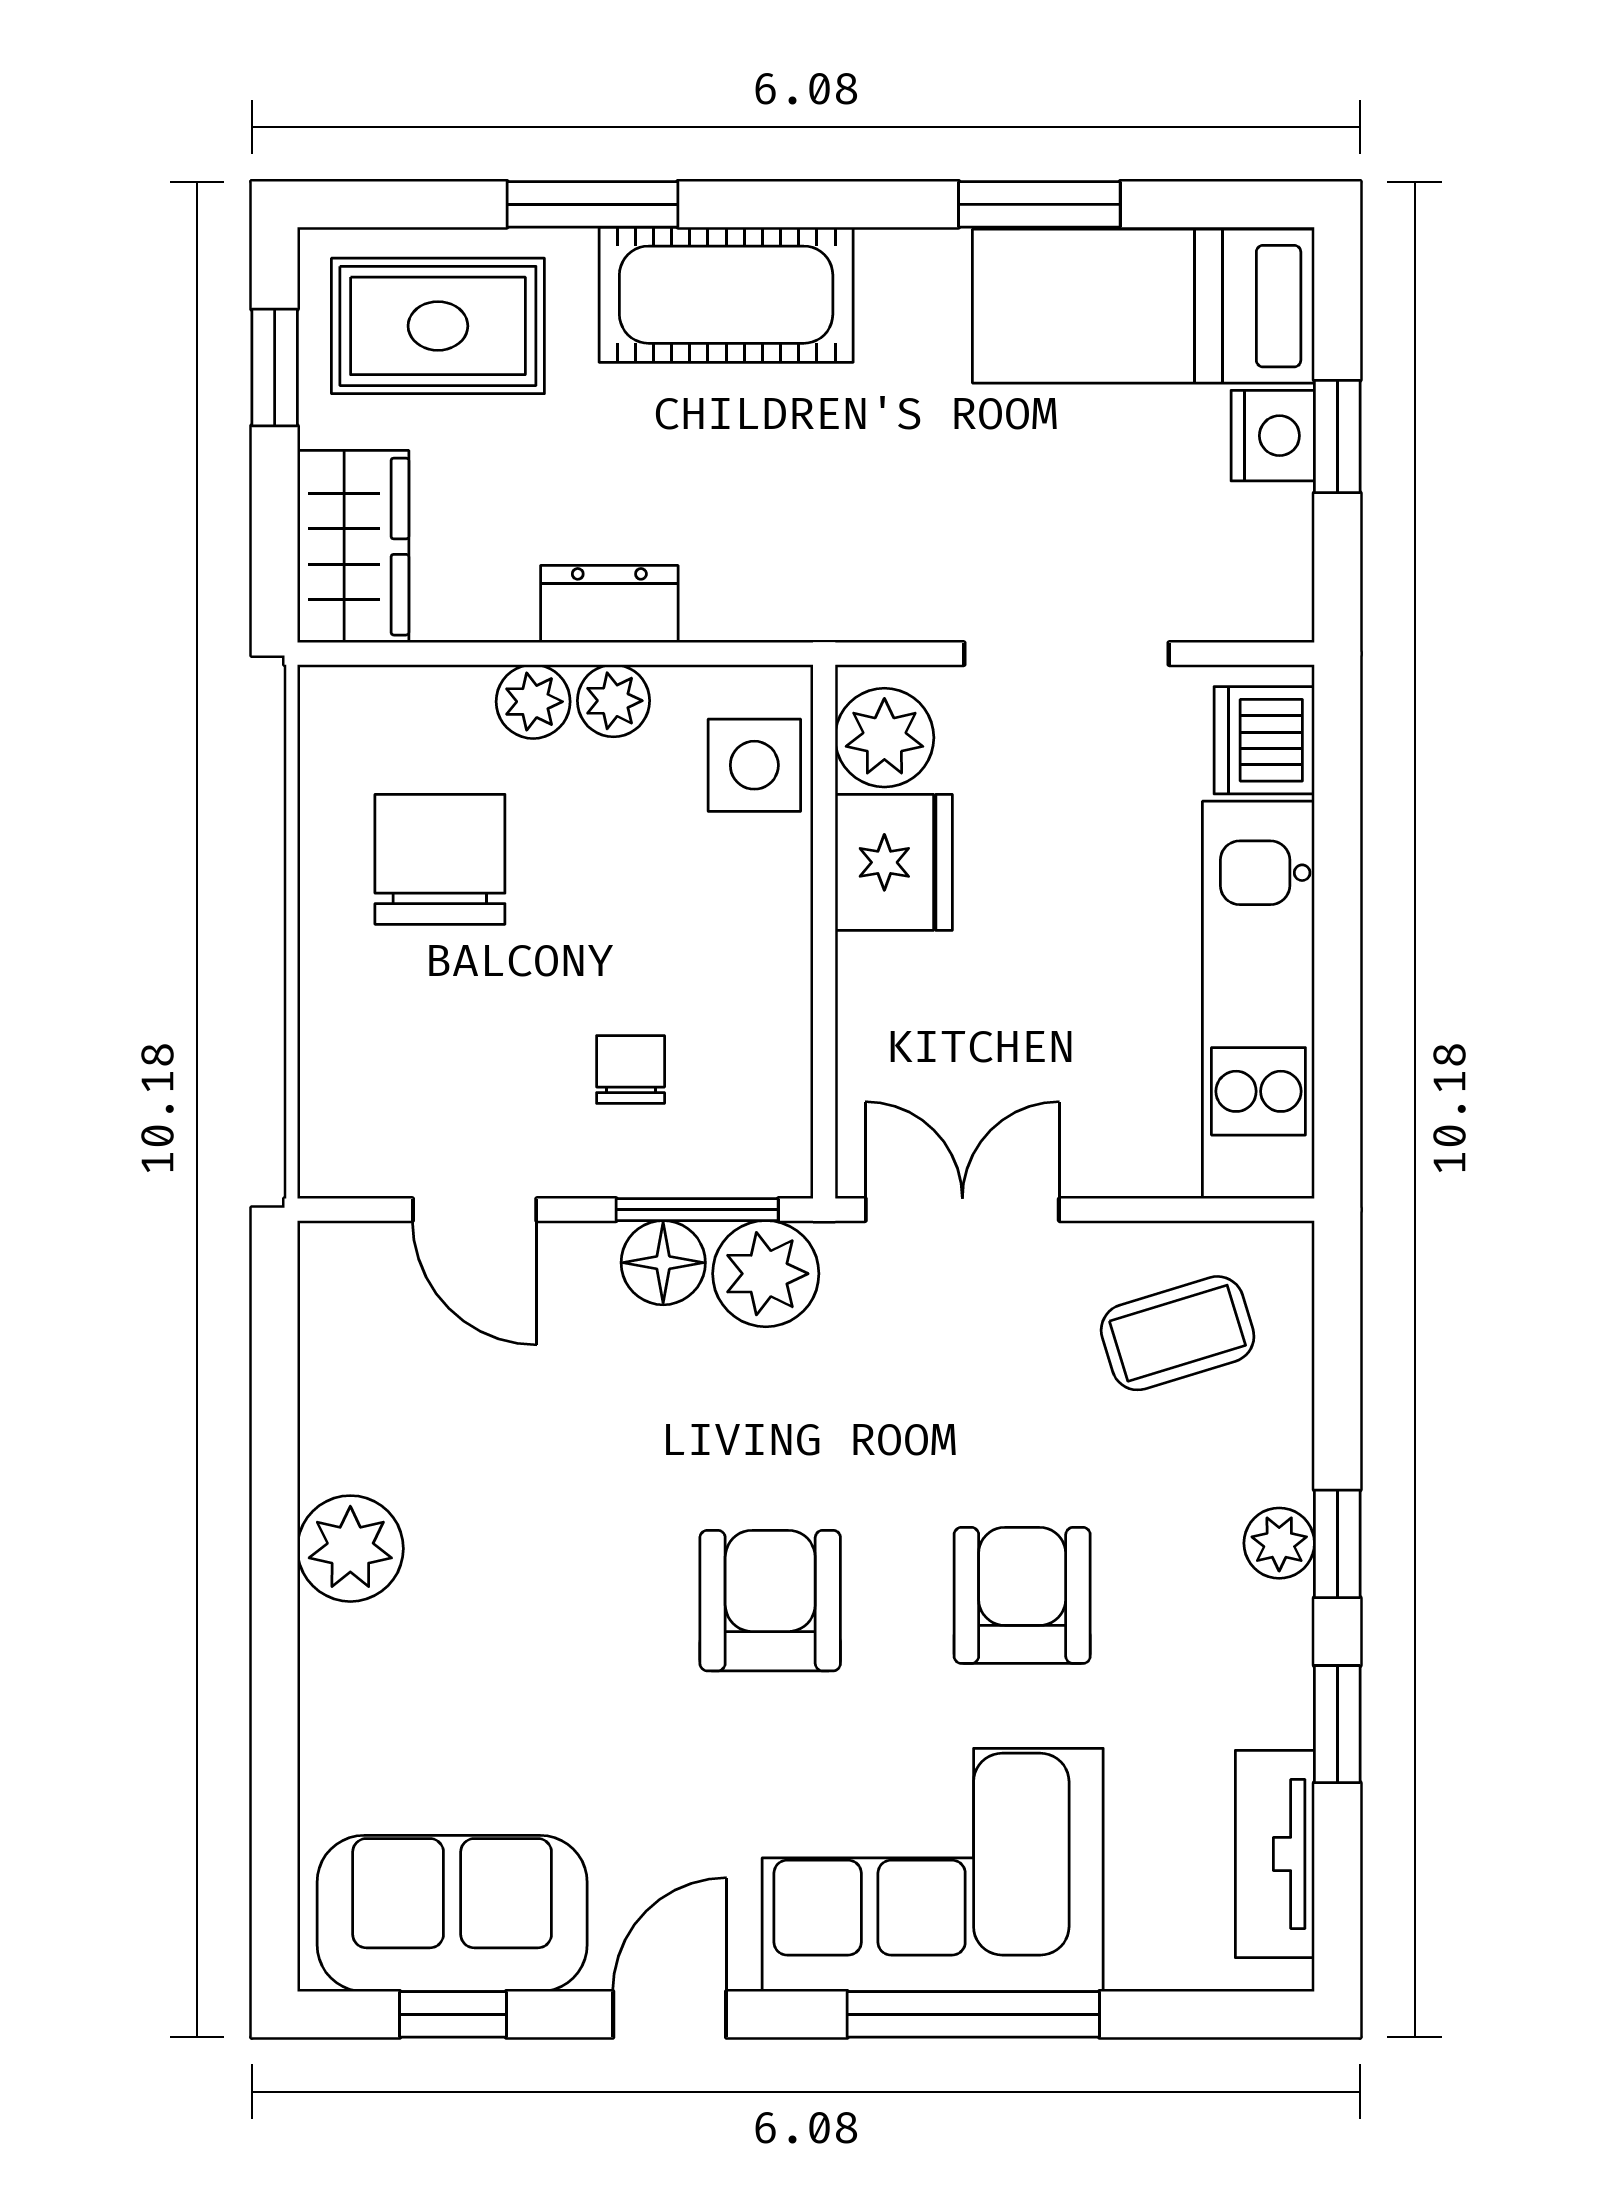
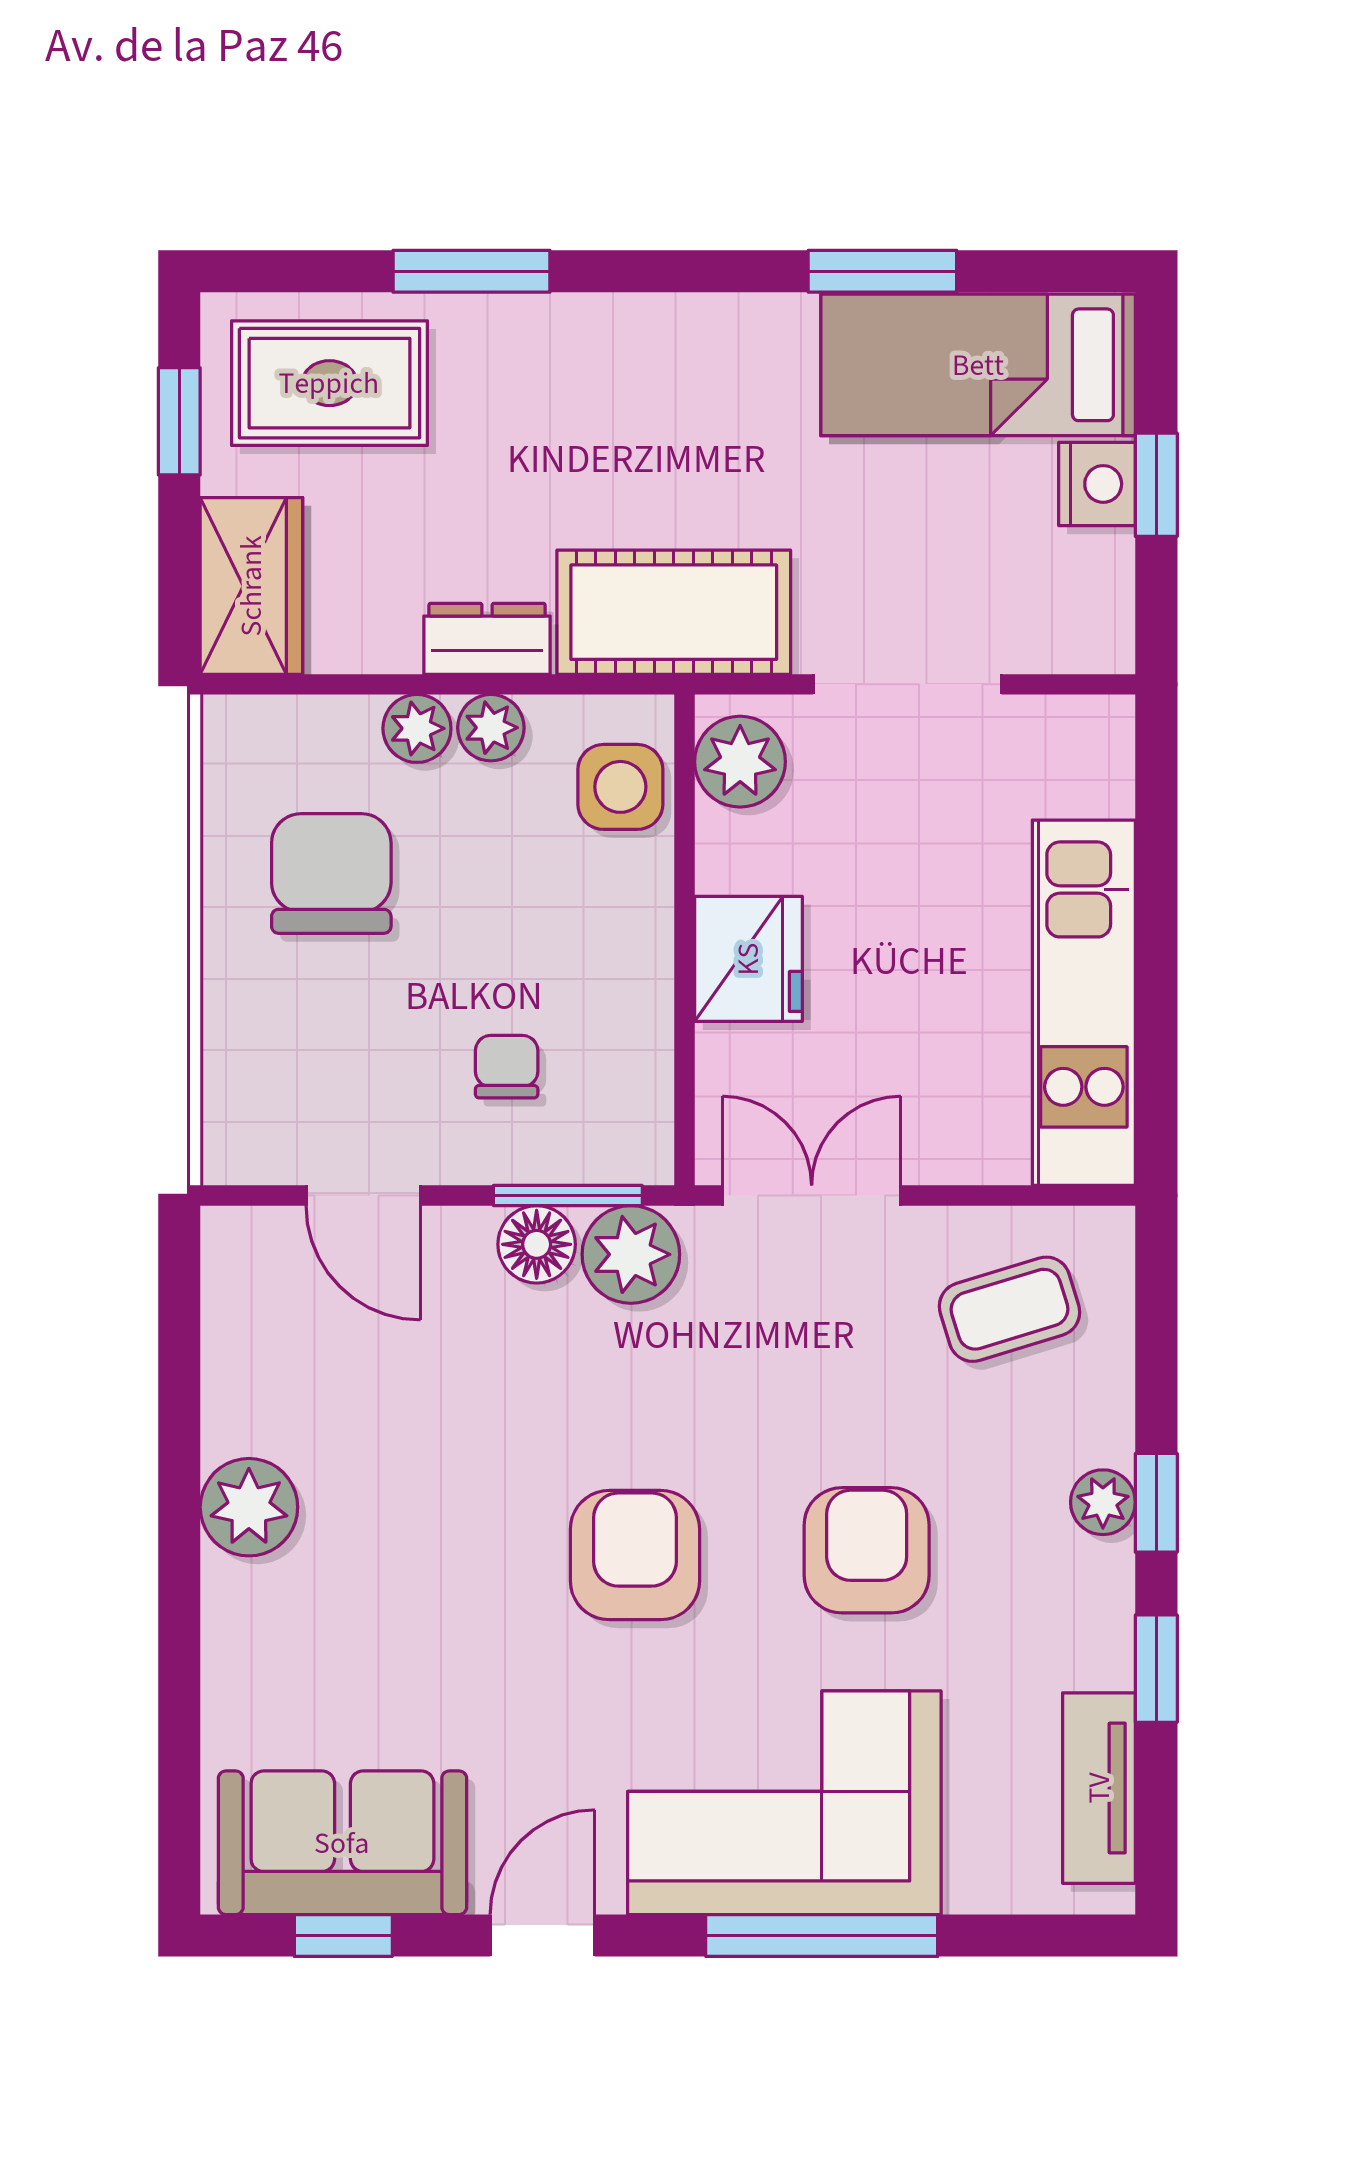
cot: (726, 295) -> (674, 612), moved
dishwasher: (1264, 740) -> (1089, 764), removed
fridge: (894, 862) -> (748, 959), moved

